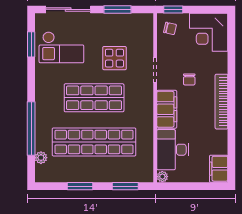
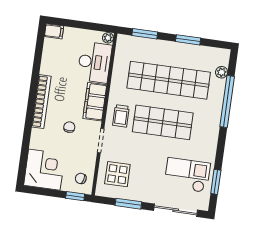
display table: (114, 58) -> (117, 174), moved
trolley: (138, 98) -> (121, 116), added
filing cabinet: (219, 169) -> (54, 31), width x0.50

